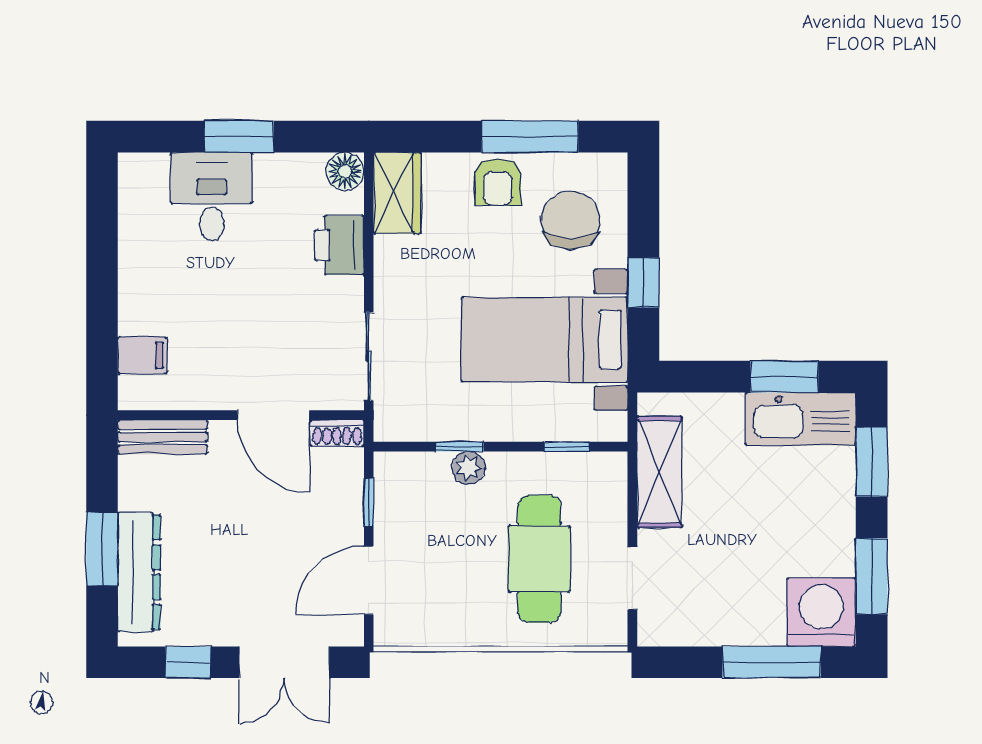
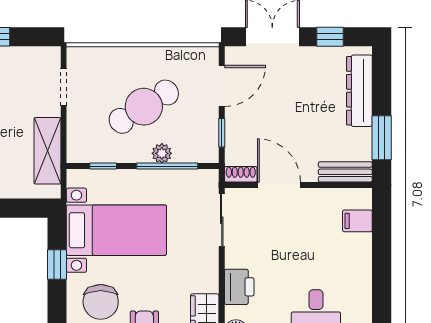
window: (460, 447) -> (167, 166), width x2.17
window: (102, 549) -> (382, 138), moved
cafe table: (539, 559) -> (144, 107), moved, turned 58

